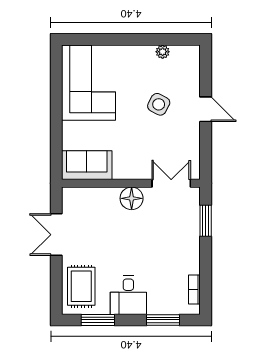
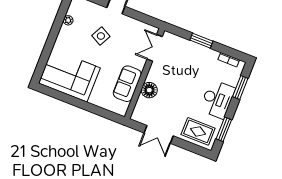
sofa: (87, 165) -> (127, 84), moved
floor lamp: (132, 198) -> (149, 90), moved
window: (206, 221) -> (201, 41), moved
desk: (128, 295) -> (217, 99), width x1.37

